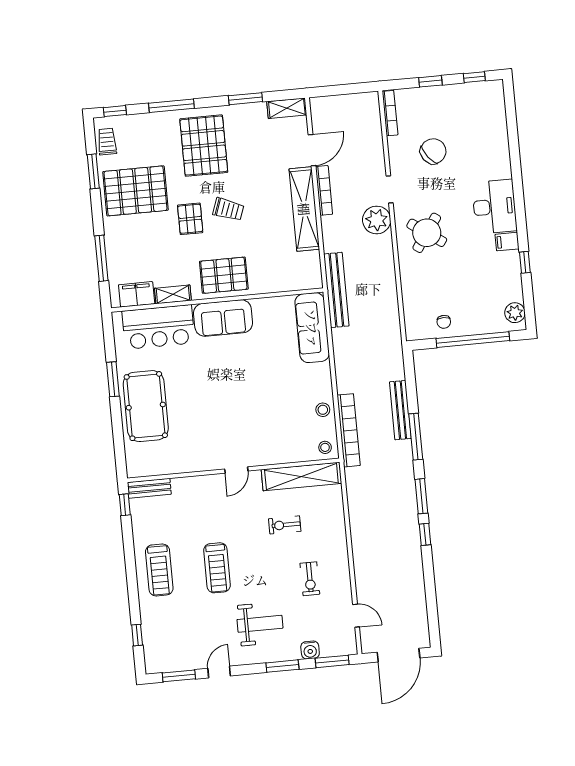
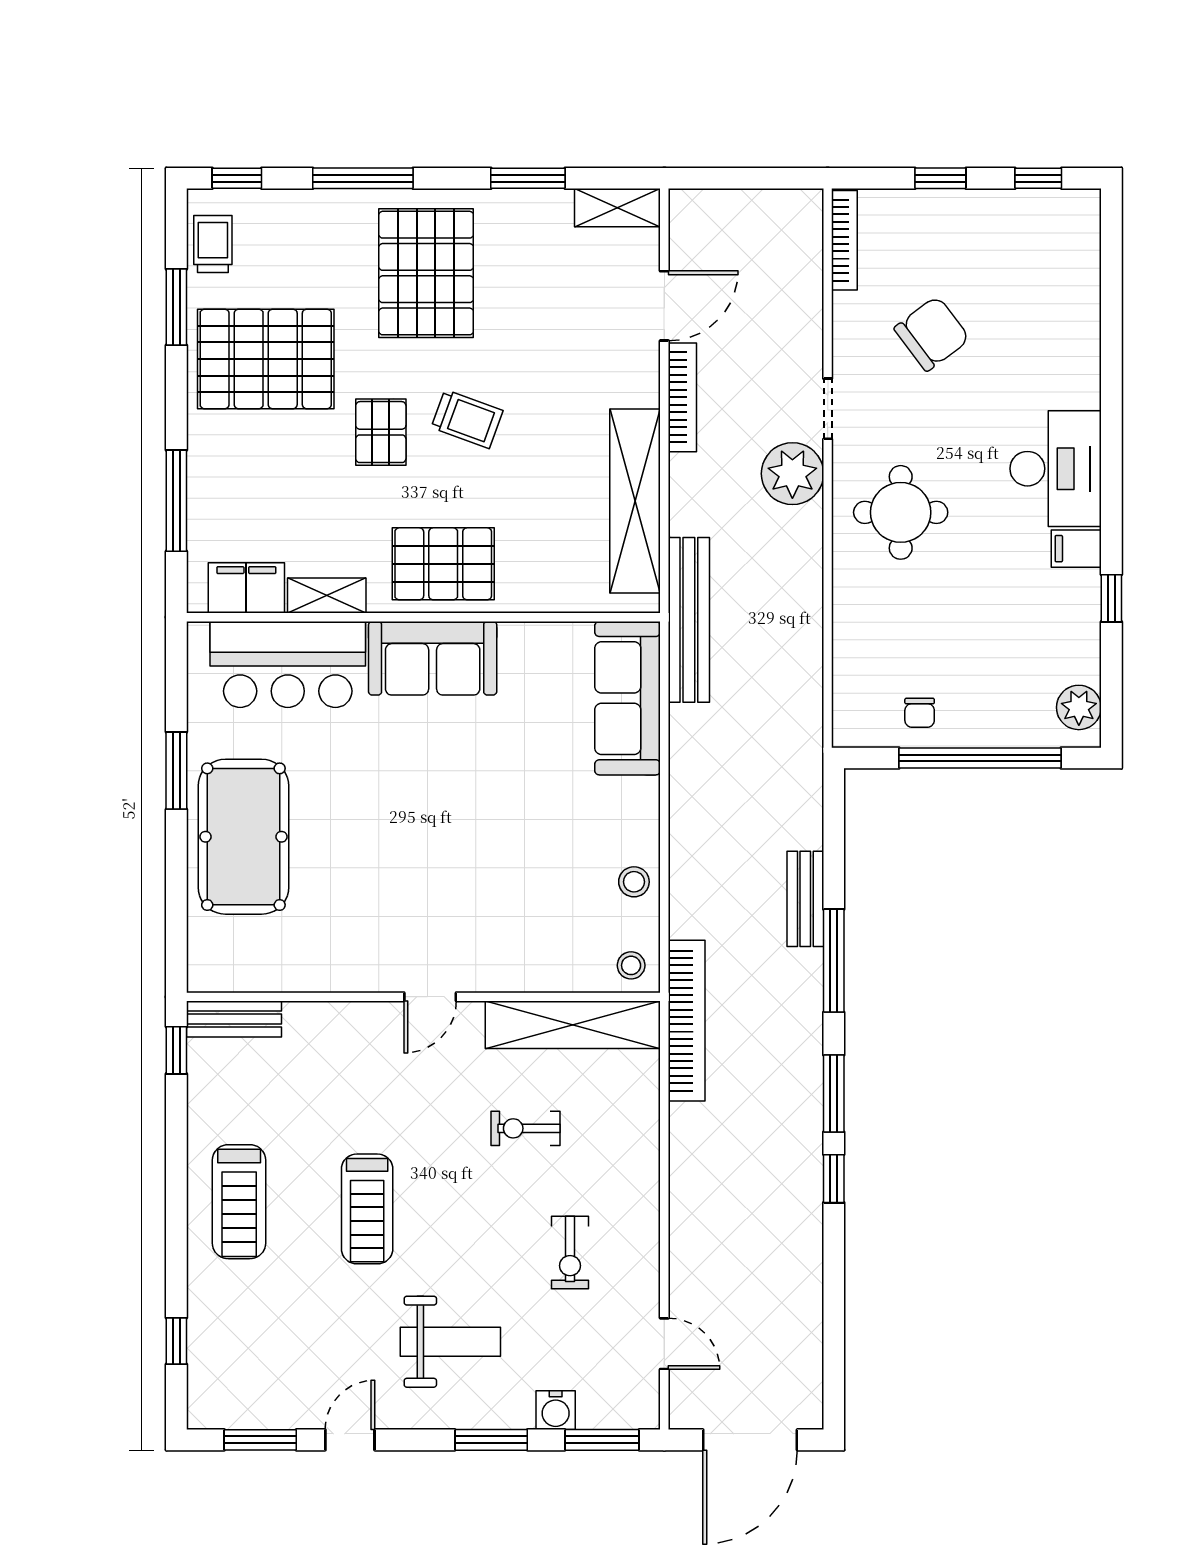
shelving: (304, 209) -> (635, 501), moved
round table: (427, 233) -> (901, 512), turned -35
bench: (400, 410) -> (805, 899), width x0.73
bookcase: (349, 430) -> (687, 1021), moved

